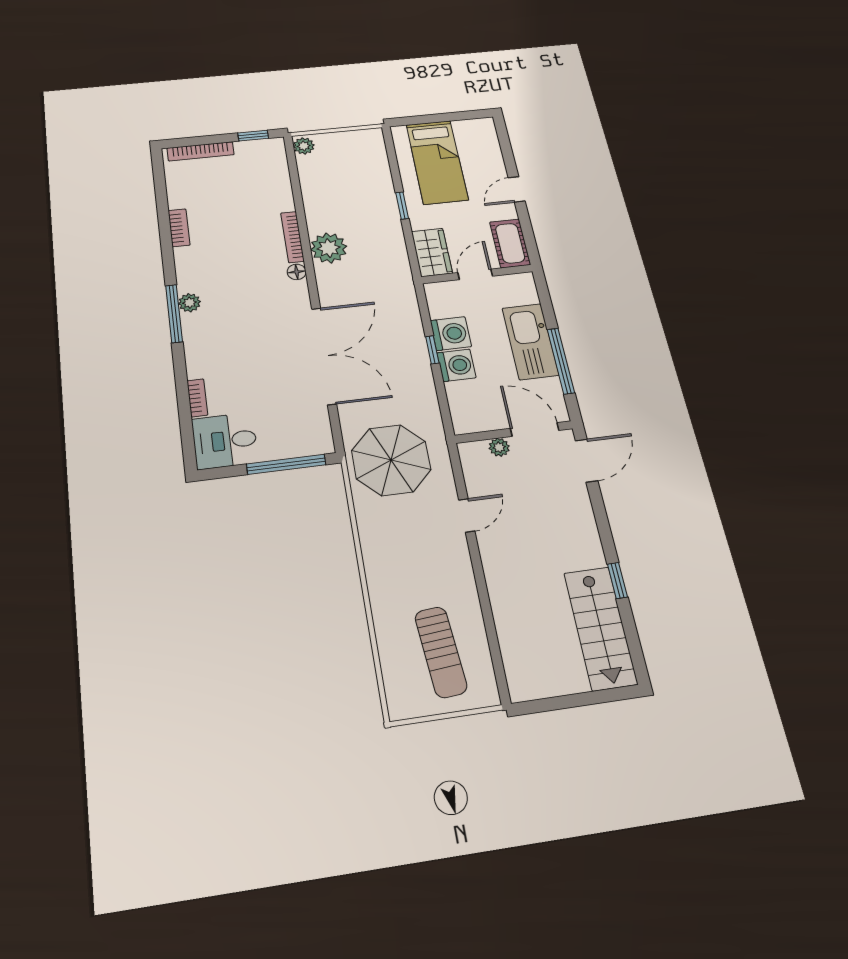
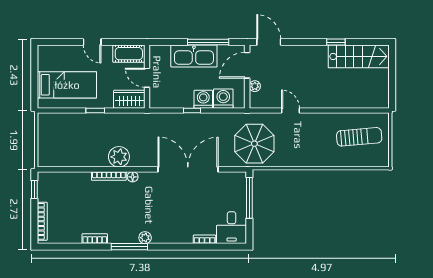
plant: (304, 146) -> (46, 161), removed
window: (174, 314) -> (129, 247), moved
washing machine: (451, 334) -> (223, 99), moved

